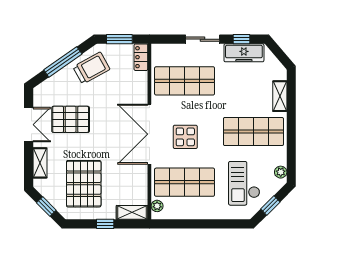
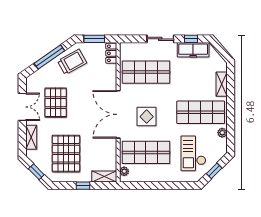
pallet: (71, 119) -> (56, 103), turned 90
plant: (281, 172) -> (222, 133), moved

